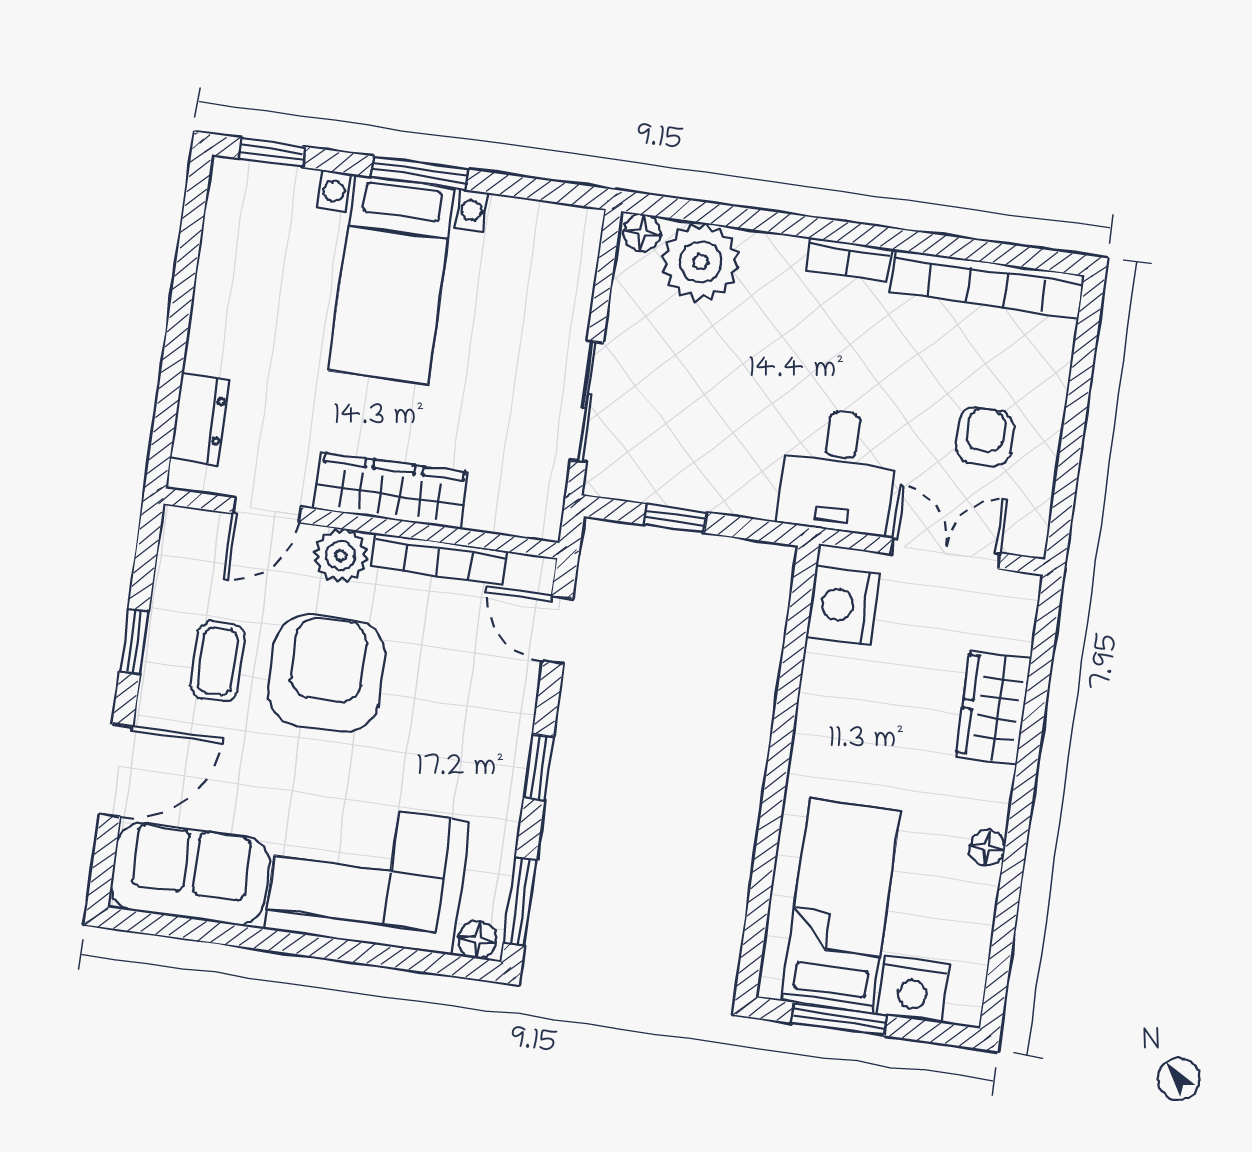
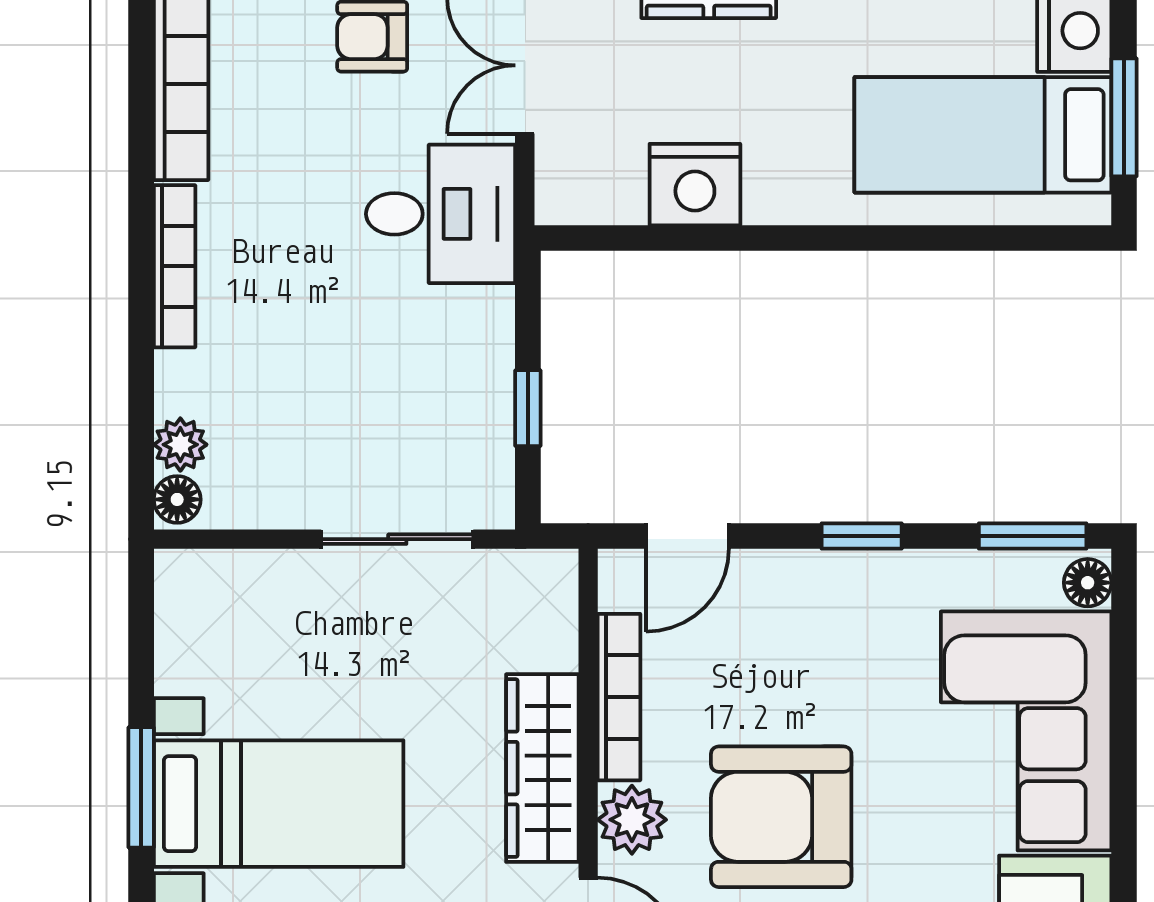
bookcase: (849, 259) -> (175, 266), width x1.56
plant: (701, 262) -> (180, 445), width x0.53, depth x0.53
nightstand: (843, 605) -> (695, 185), moved

